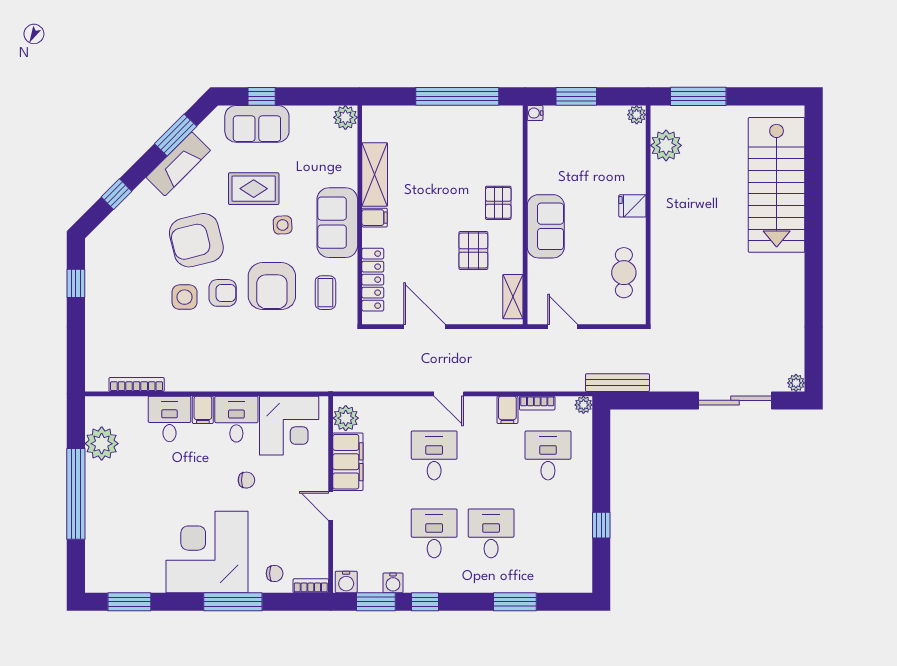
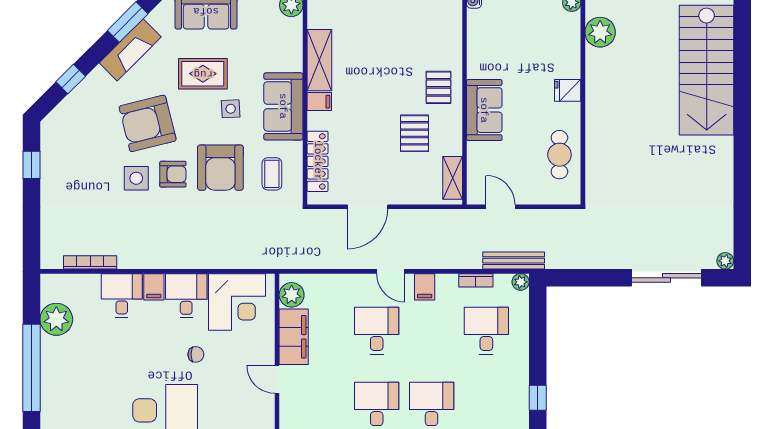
door: (425, 327) -> (367, 207), swing flipped
bench: (617, 383) -> (514, 261), moved
filing cabinet: (507, 410) -> (425, 287), moved

